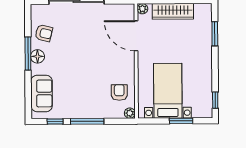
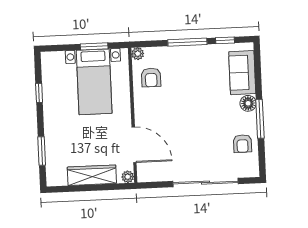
armchair: (44, 33) -> (242, 144), turned -104
floor lamp: (38, 56) -> (248, 103), moved
window: (215, 100) -> (39, 93), moved
window: (181, 121) -> (94, 46), moved

